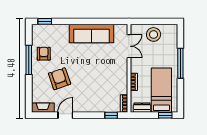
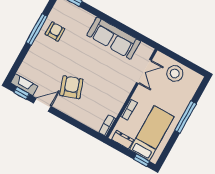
armchair: (60, 79) -> (71, 87), moved
window: (111, 115) -> (22, 93), moved

